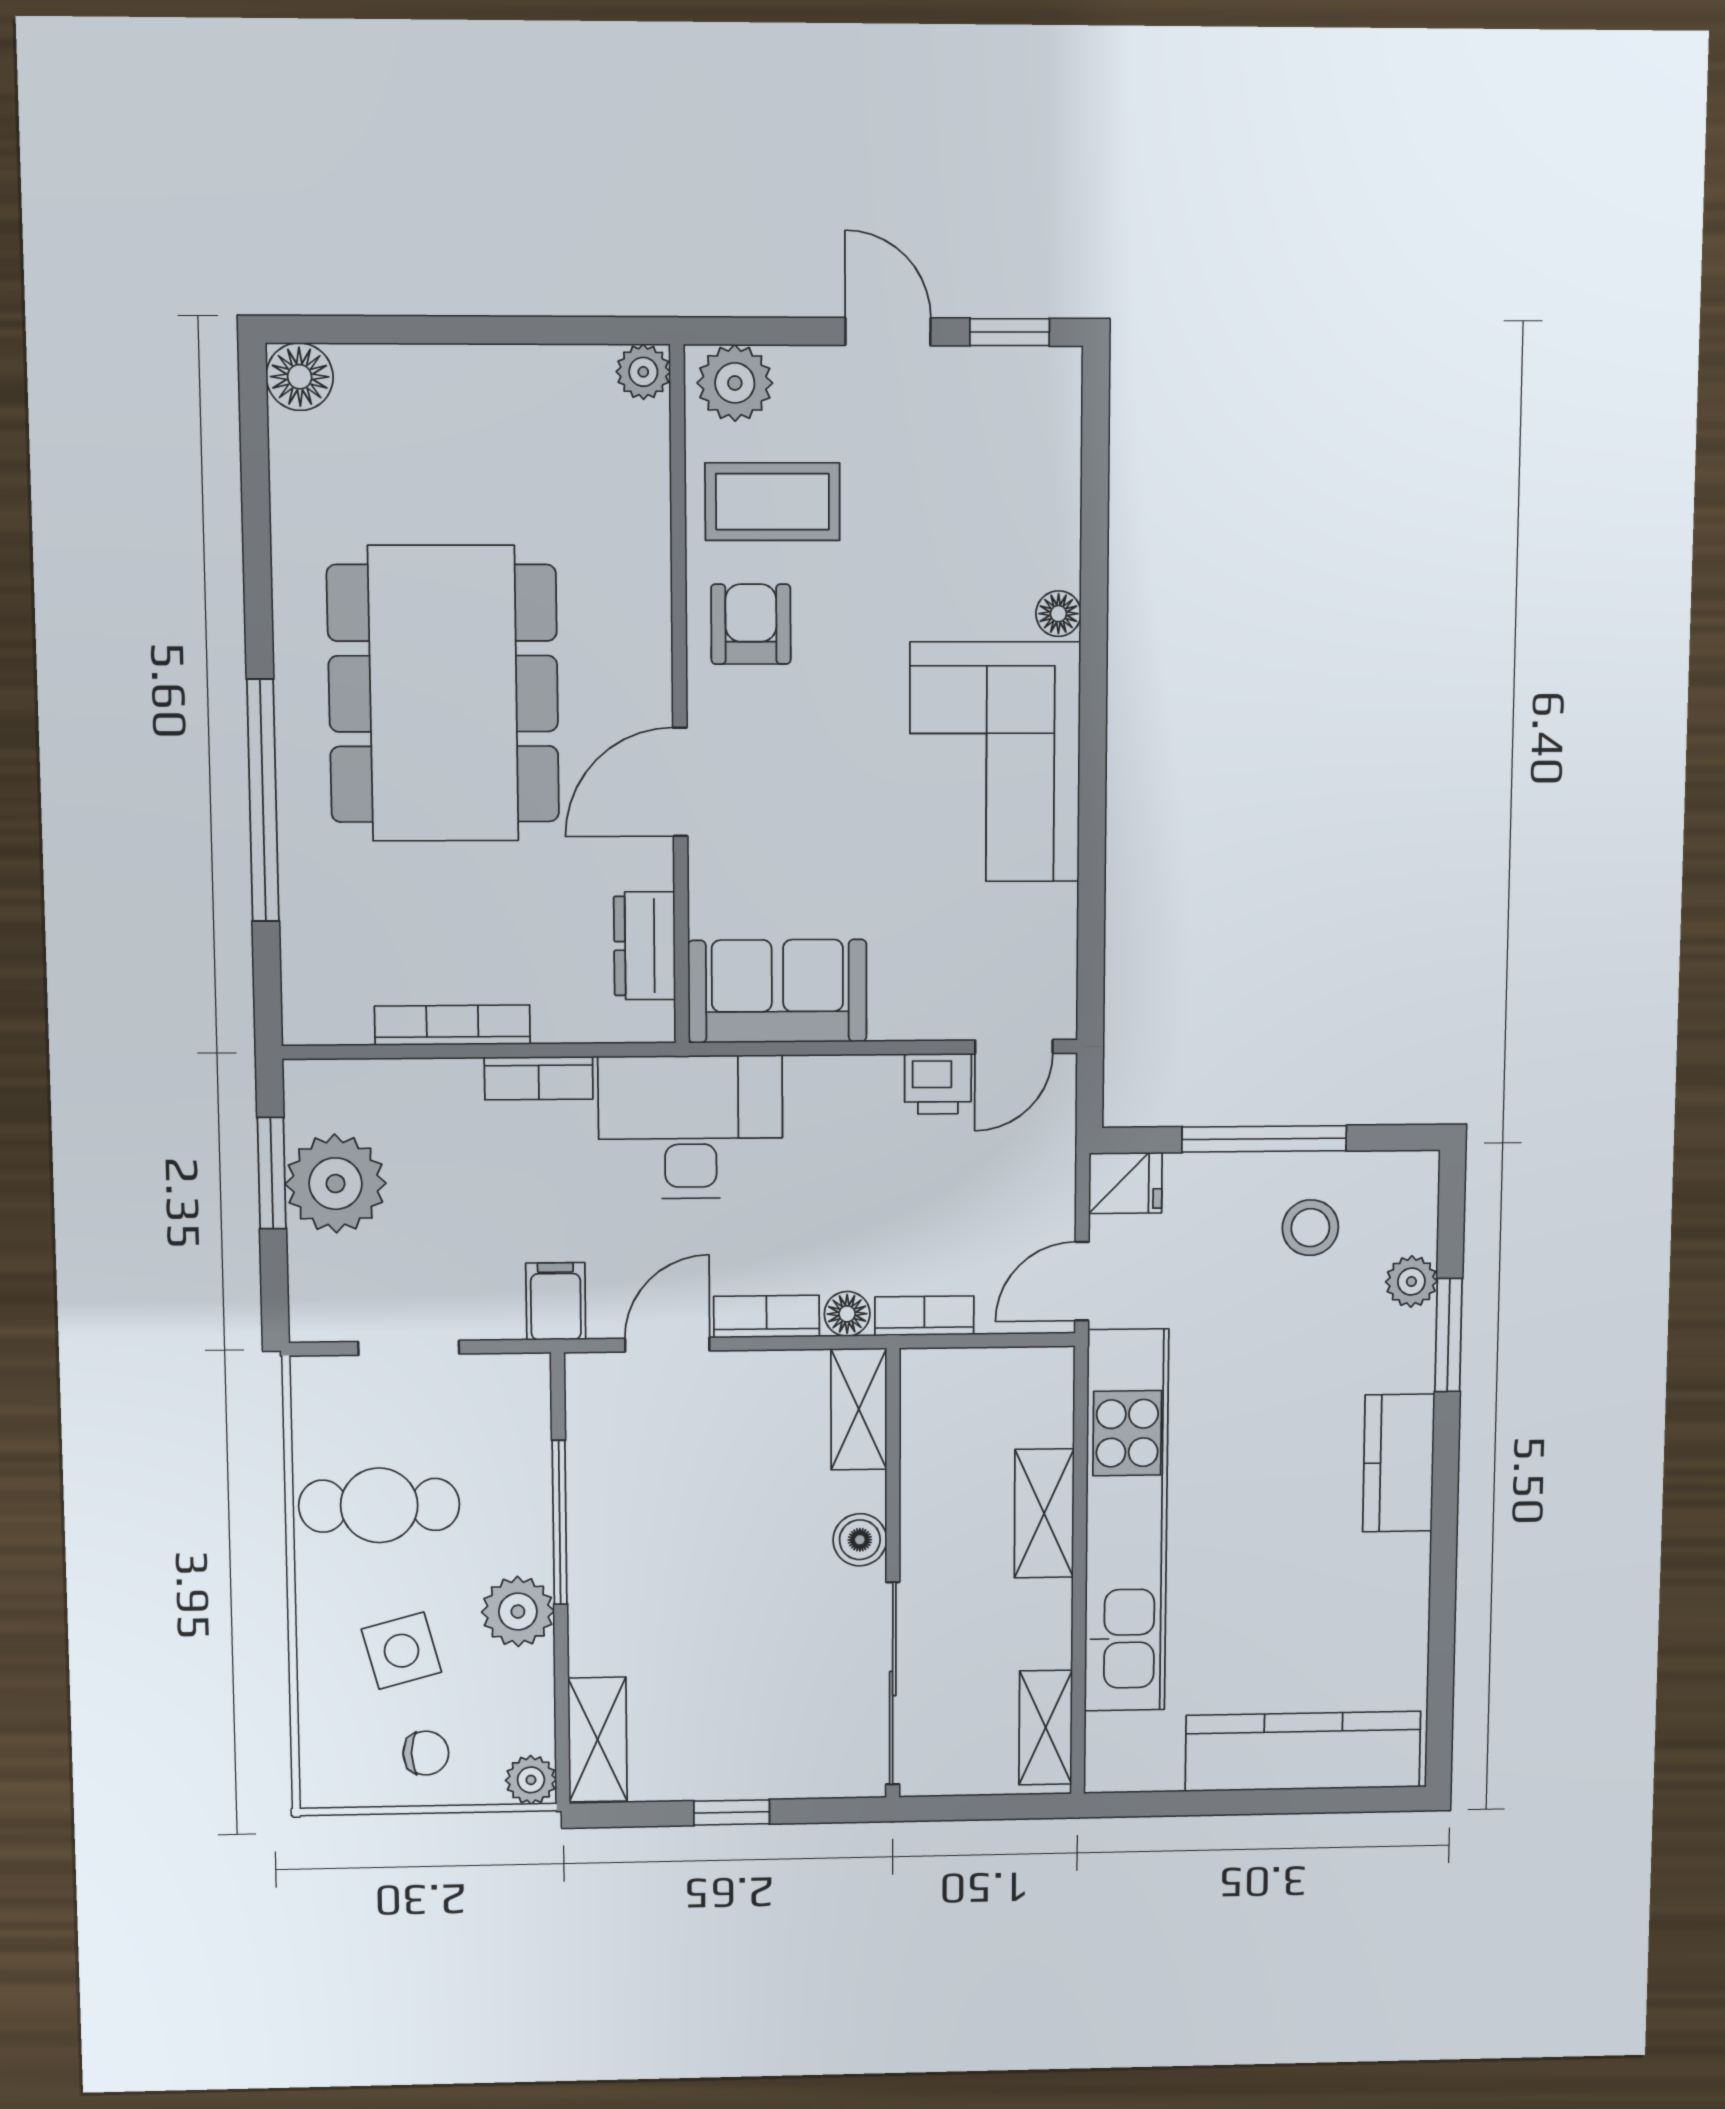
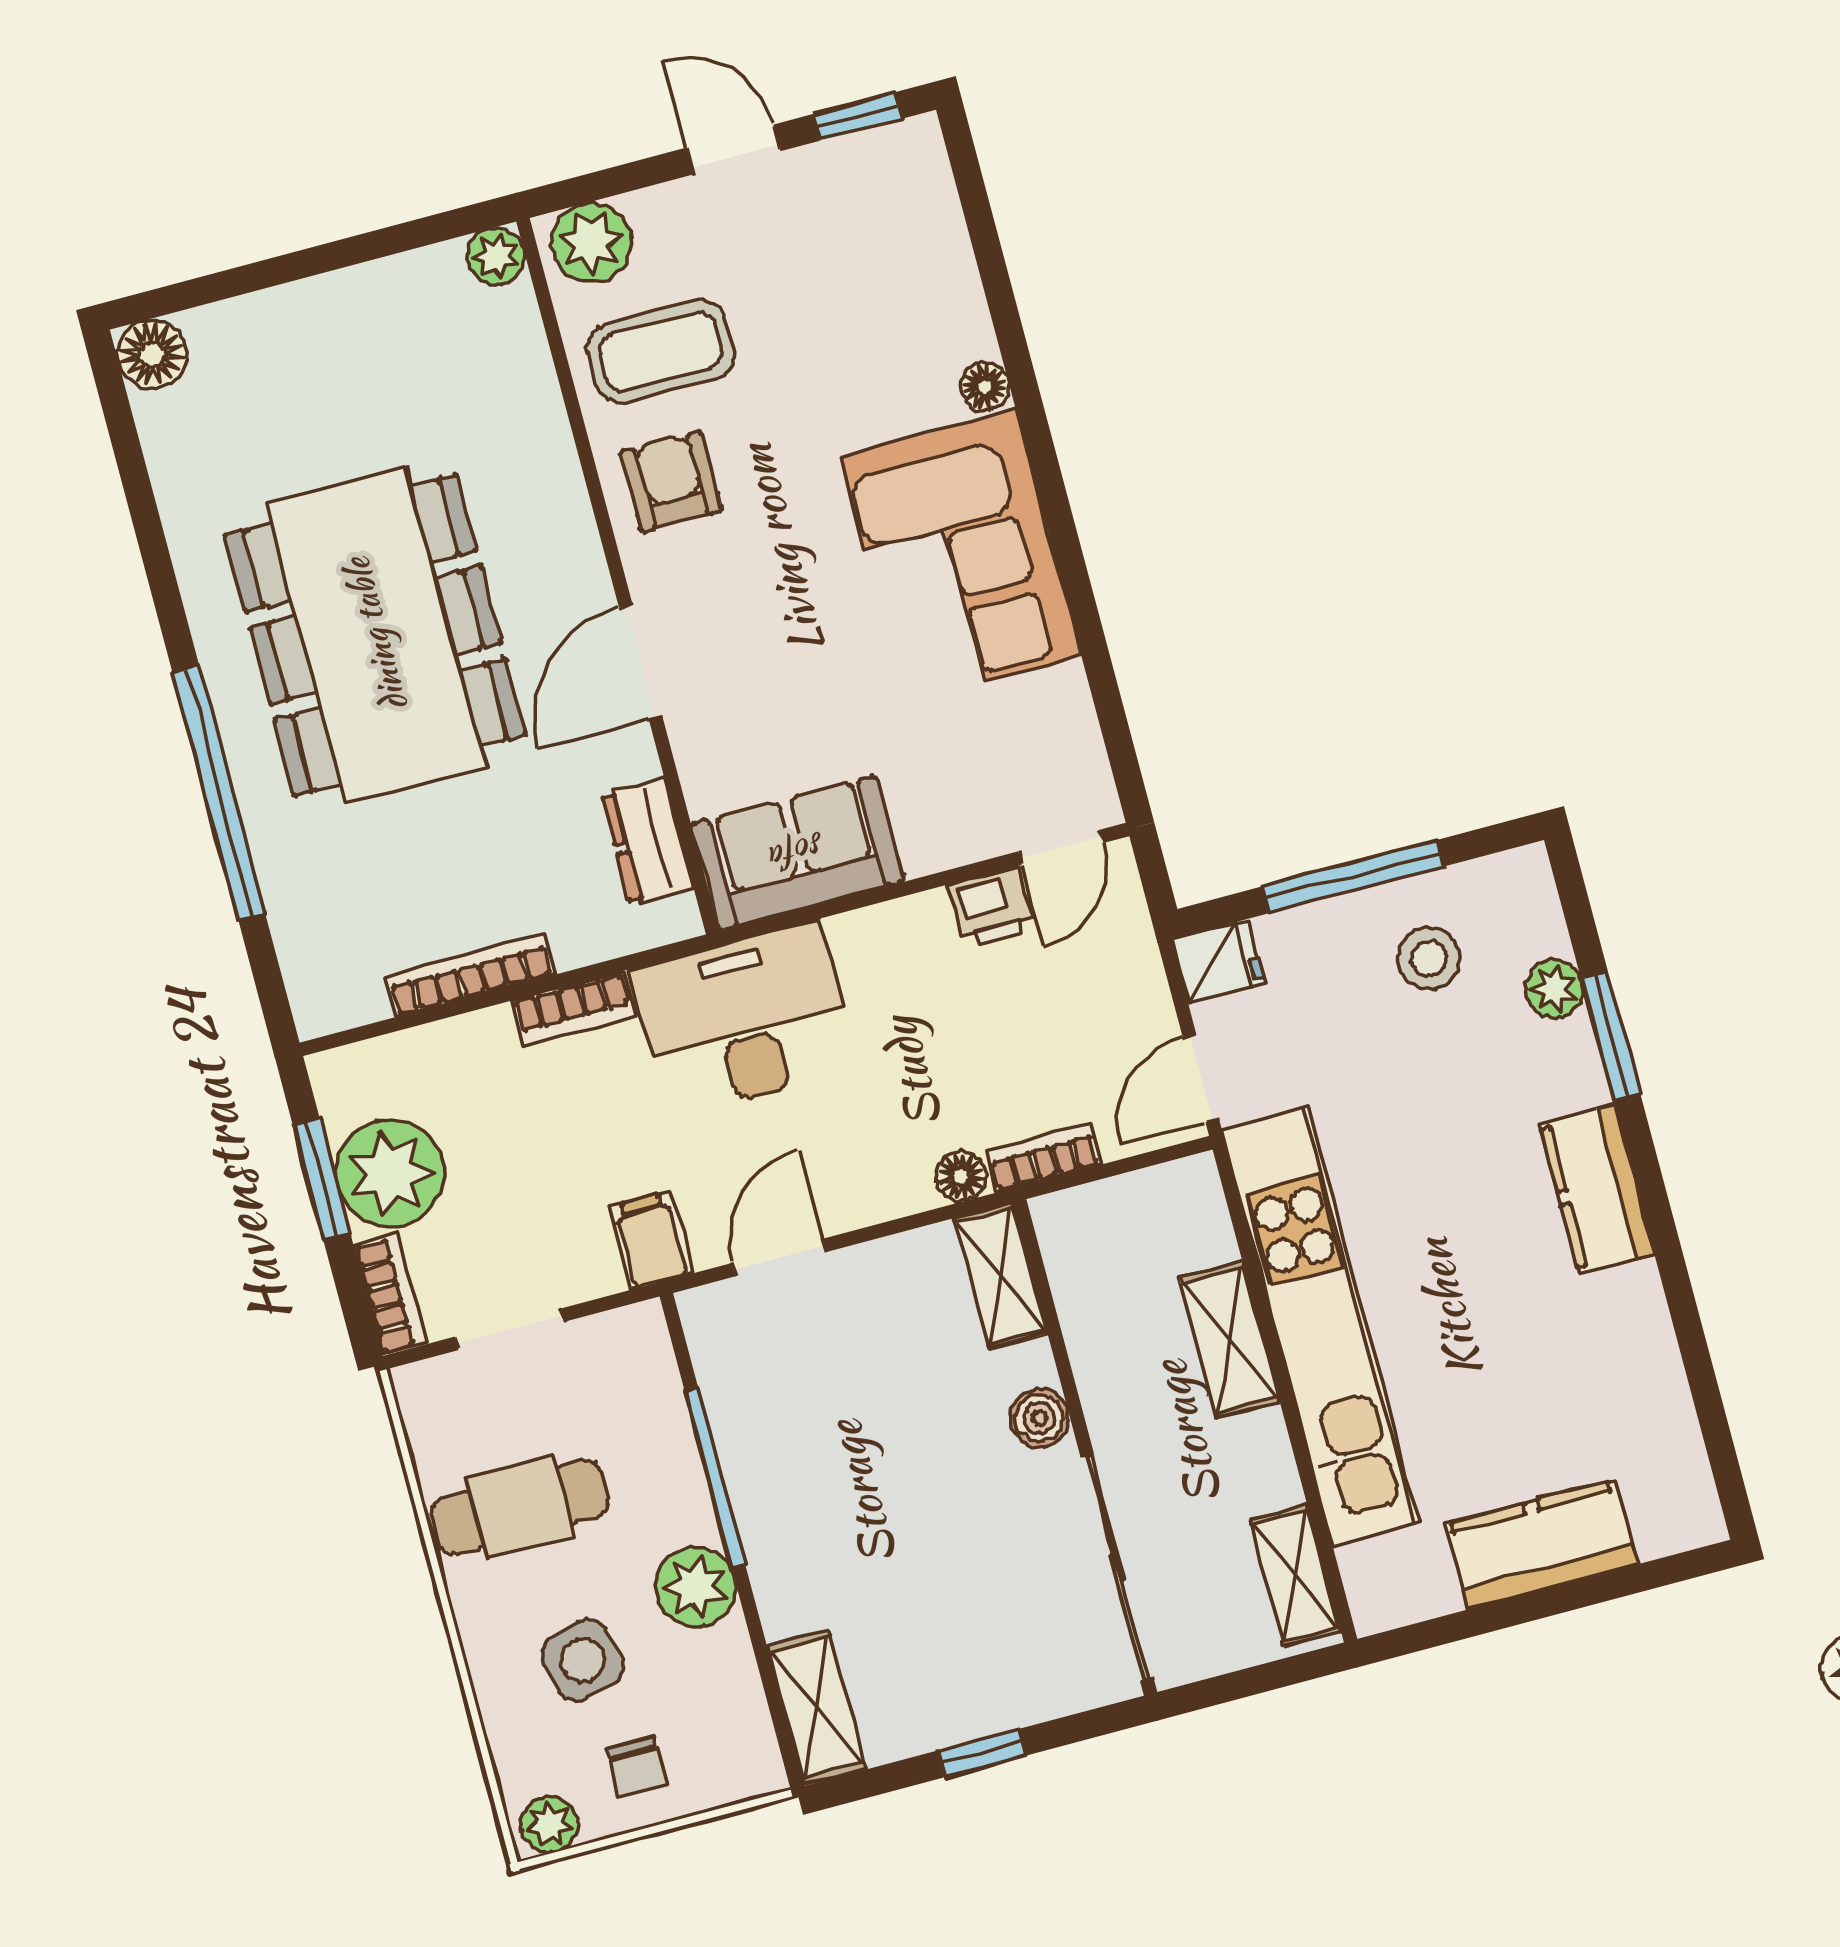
bookcase: (767, 1316) -> (390, 1294), moved, turned 90
kitchen counter: (1303, 1751) -> (1541, 1544), width x0.67
chair: (426, 1753) -> (637, 1767), turned 90
plant: (531, 1780) -> (549, 1825), moved

